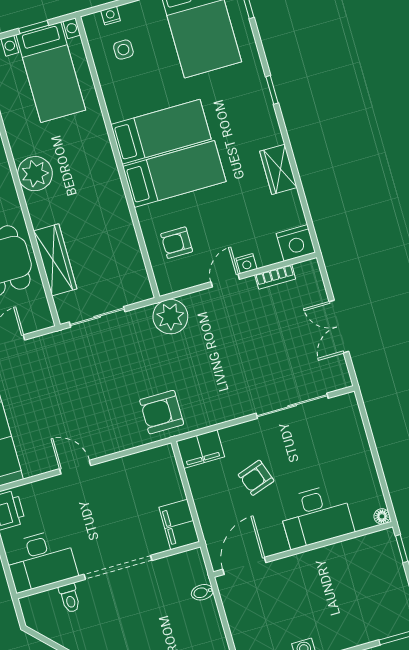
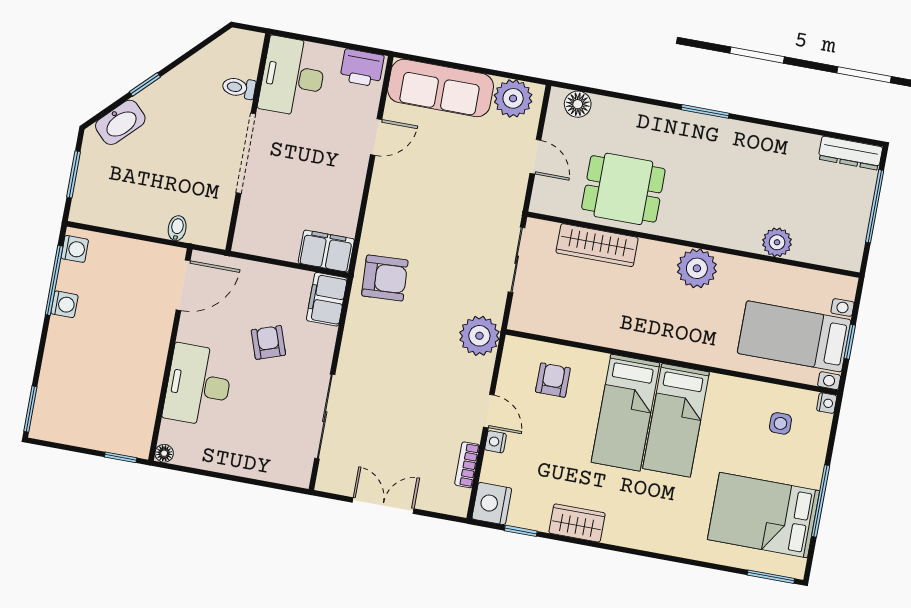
nightstand: (111, 16) -> (827, 403), moved
window: (272, 90) -> (521, 531), moved
armchair: (162, 412) -> (385, 278), turned 87
door: (75, 467) -> (376, 137), moved
filing cabinet: (179, 525) -> (326, 251), moved
door: (244, 566) -> (183, 285), hinge flipped

